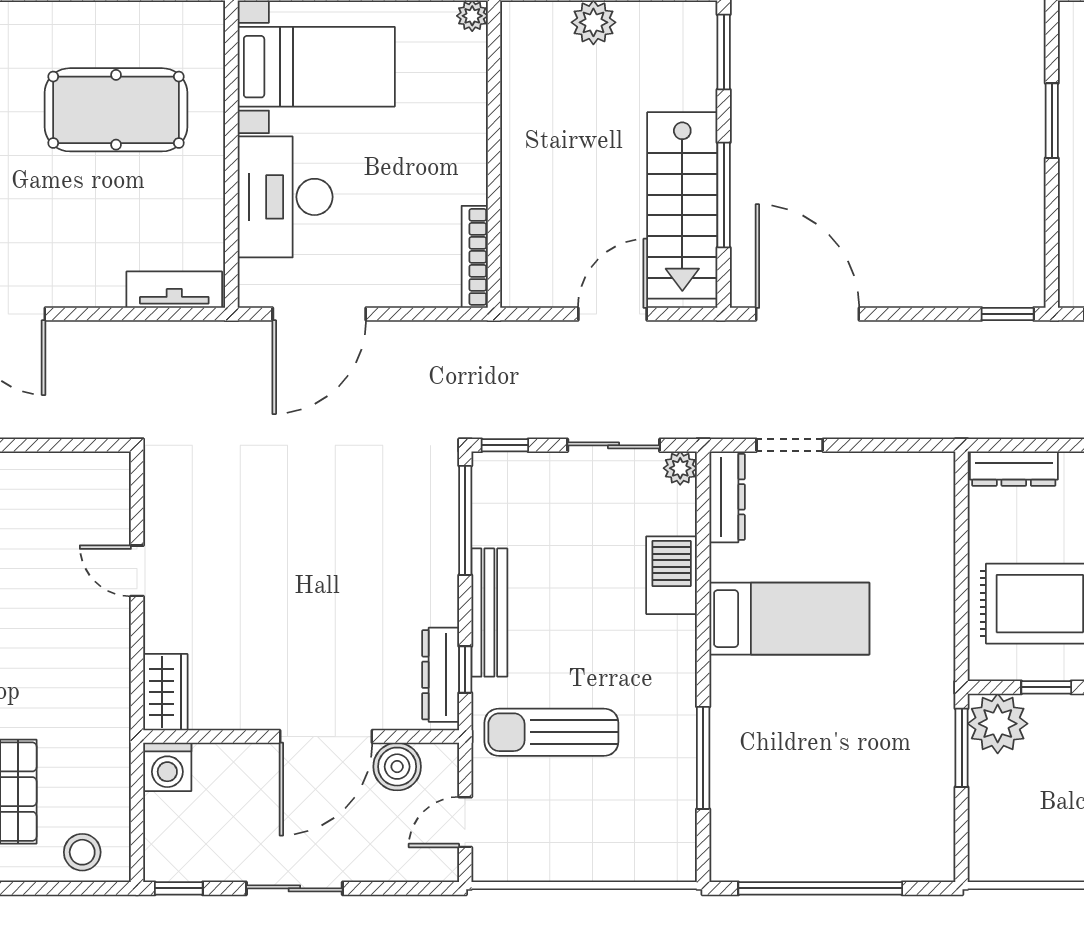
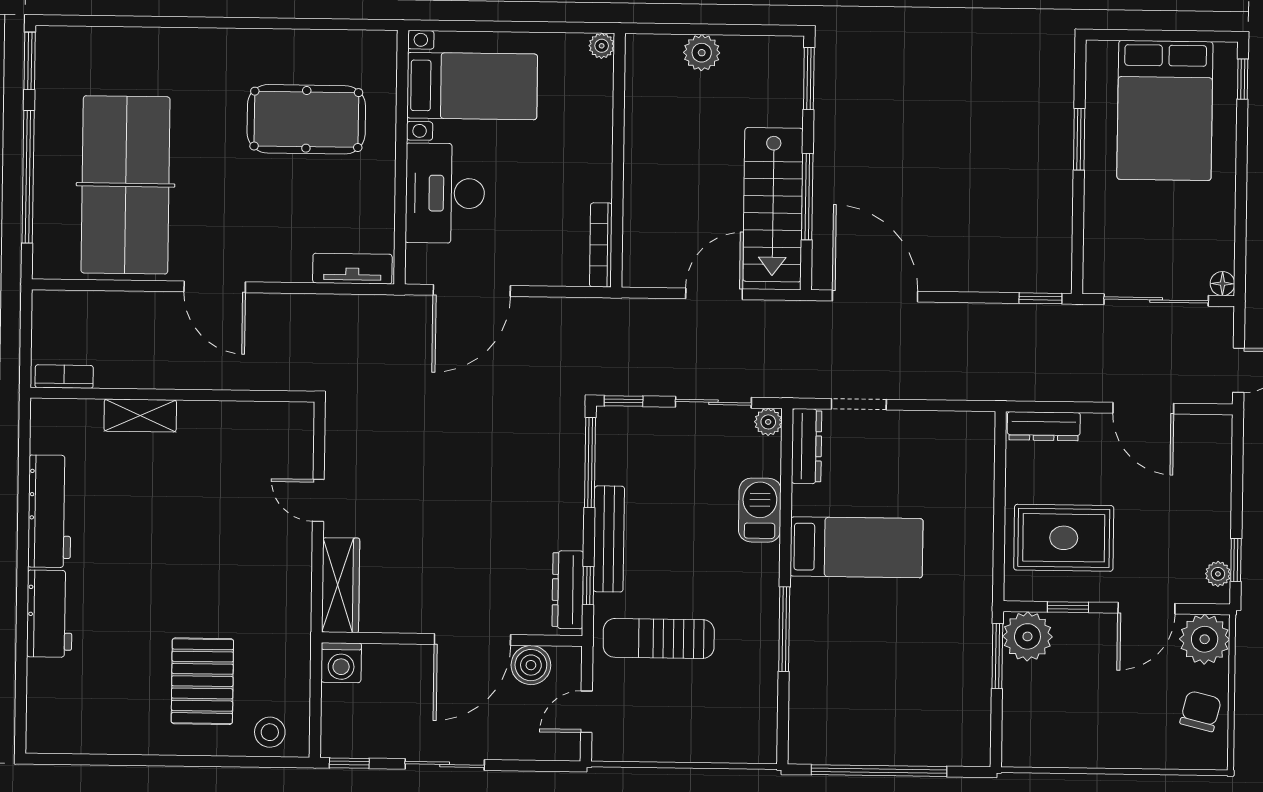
wardrobe: (165, 692) -> (341, 585), width x1.50
window: (703, 758) -> (784, 629), moved

